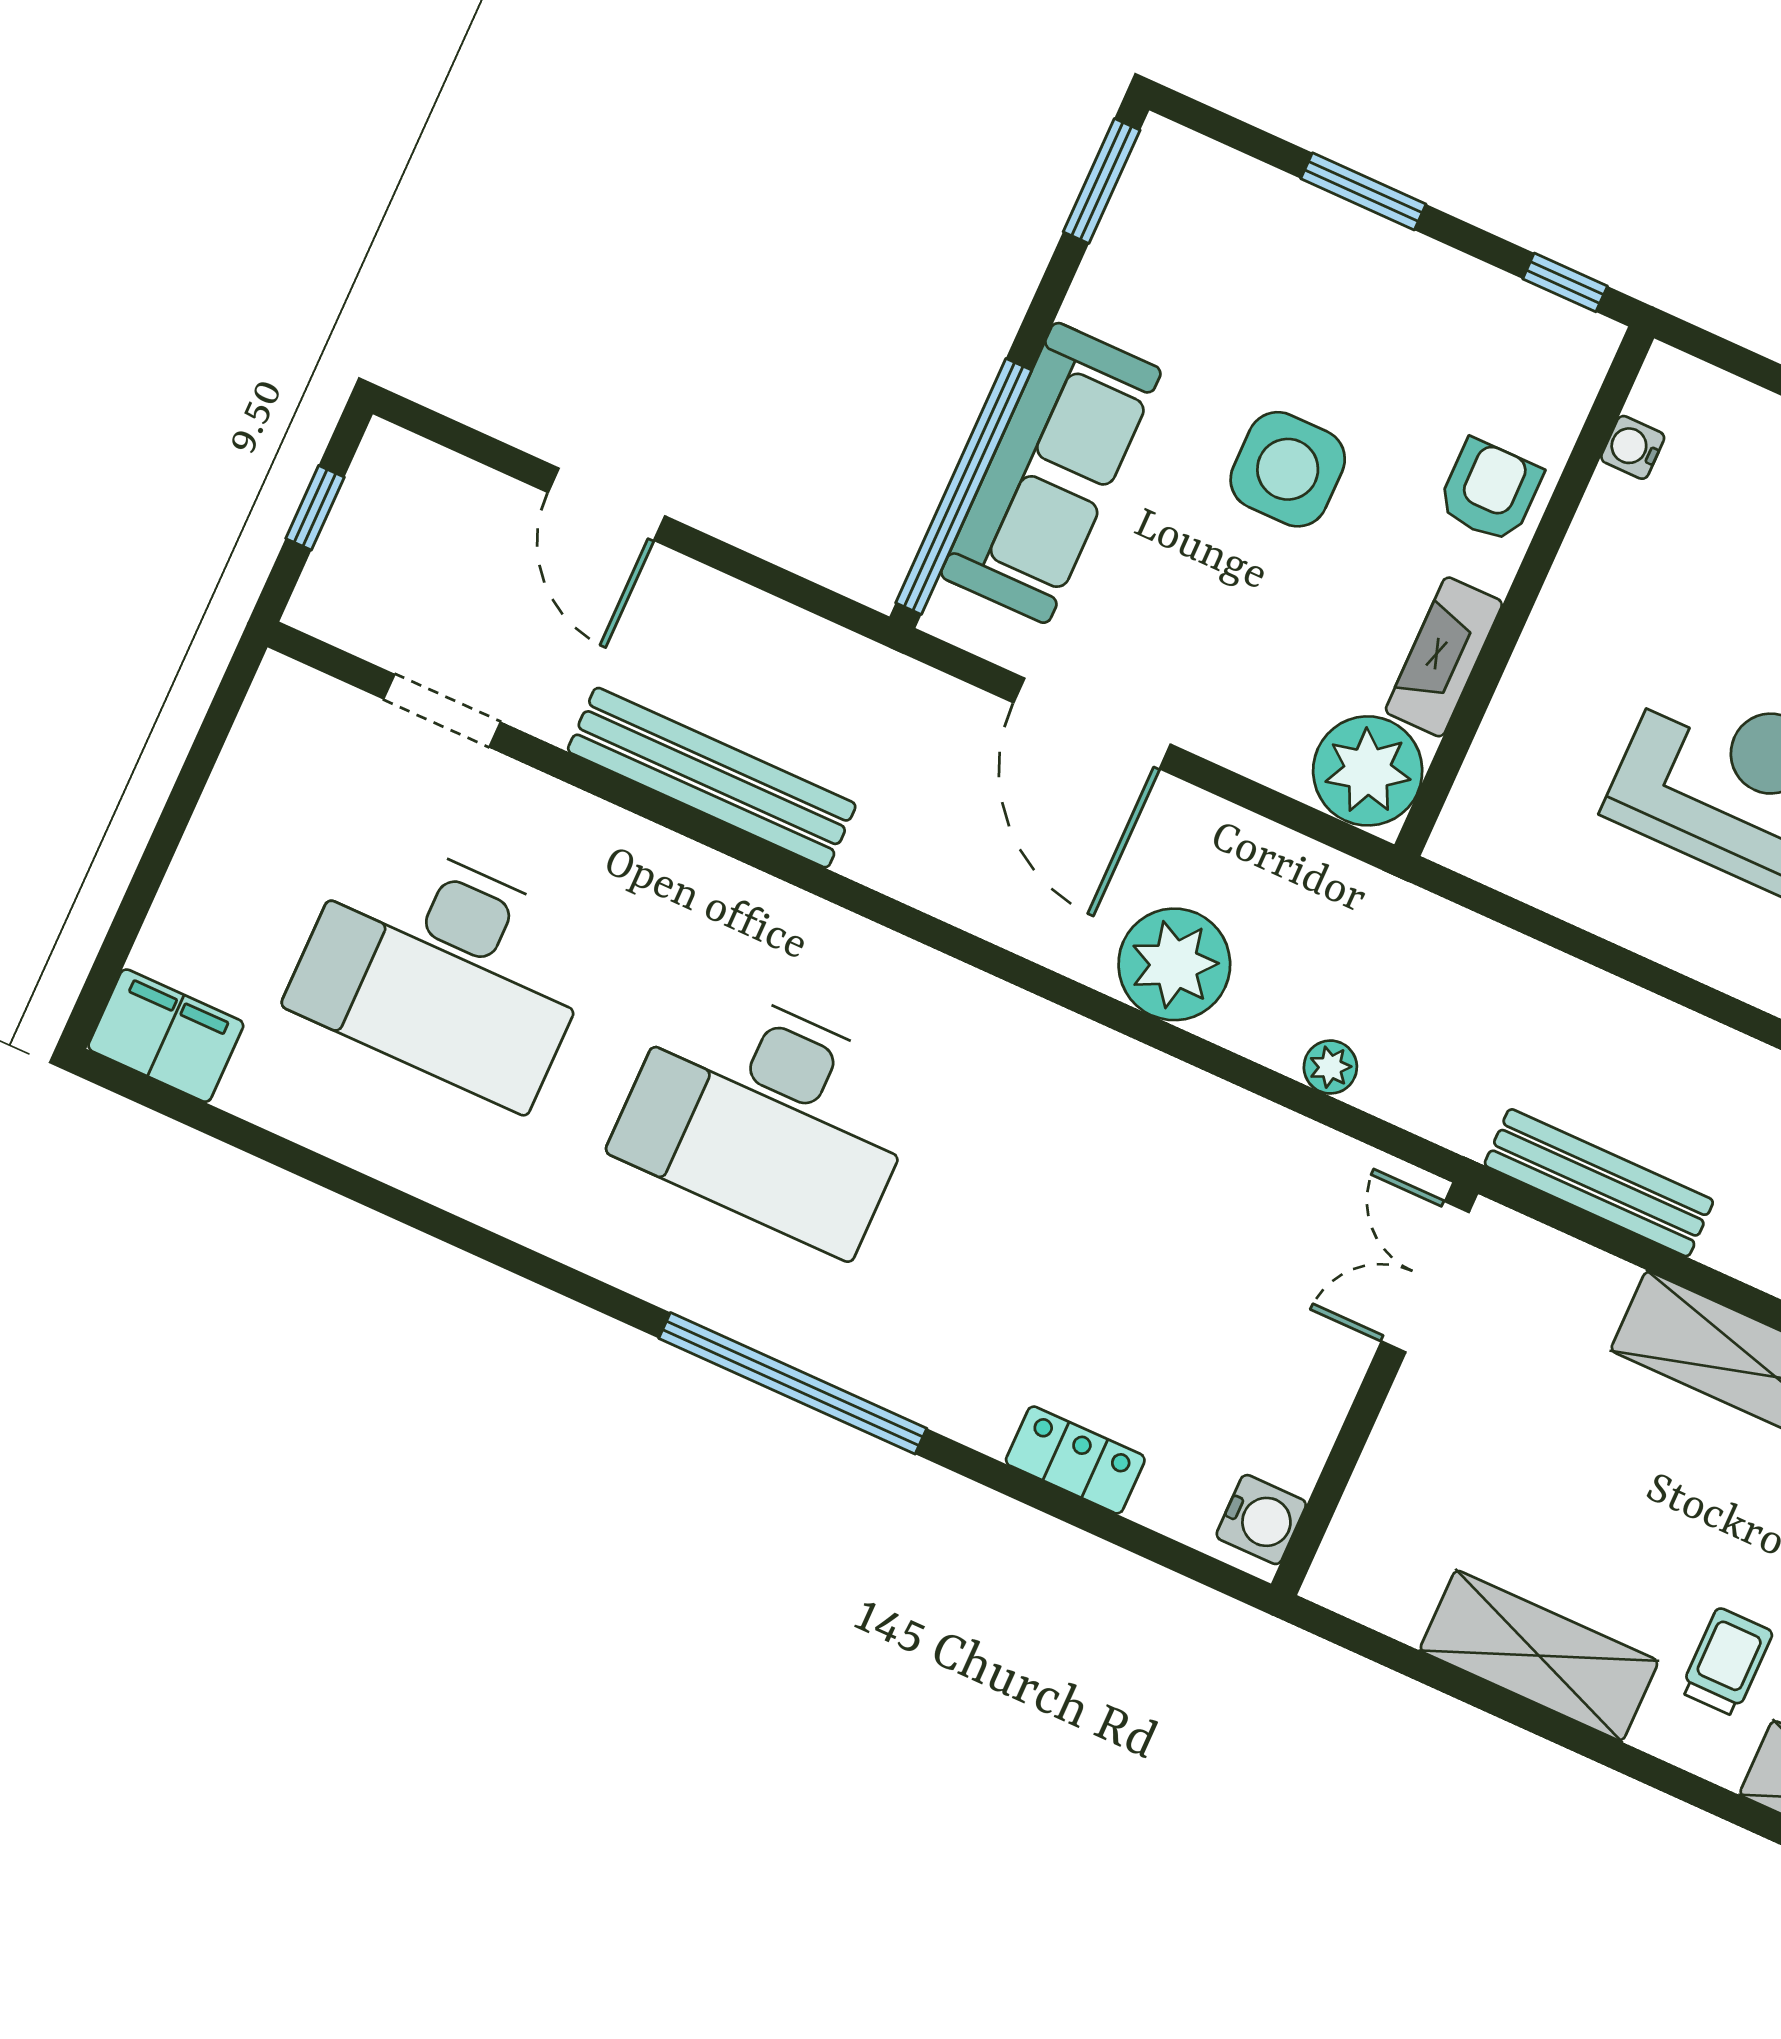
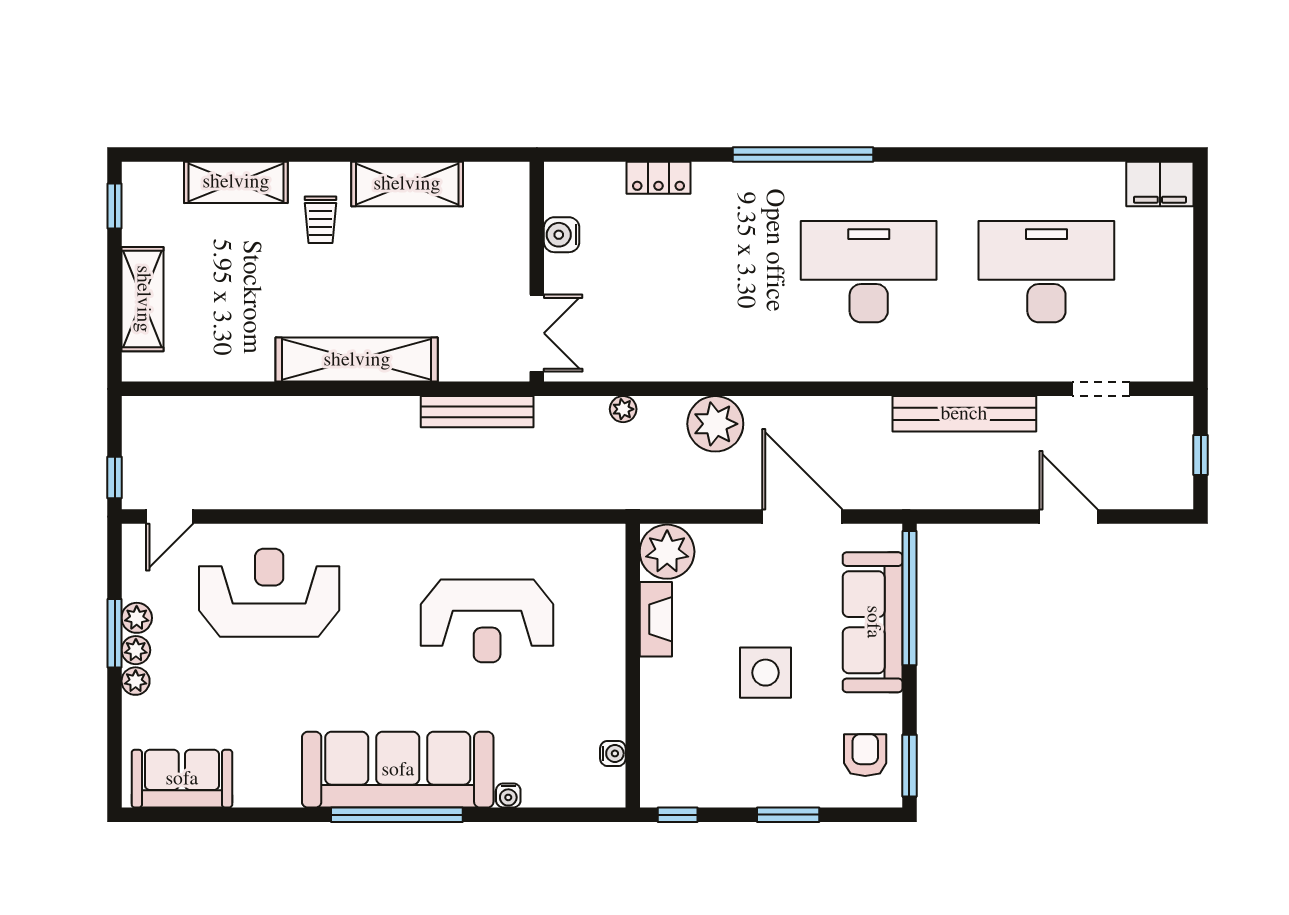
armchair: (1490, 491) -> (865, 755), moved, turned 180
water cooler: (1261, 1520) -> (562, 235), moved

